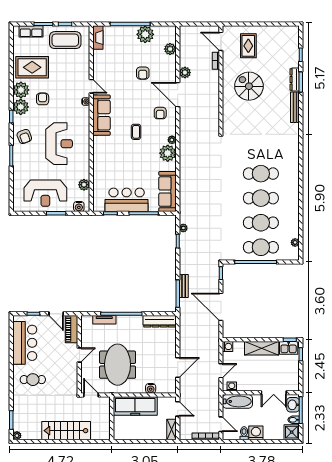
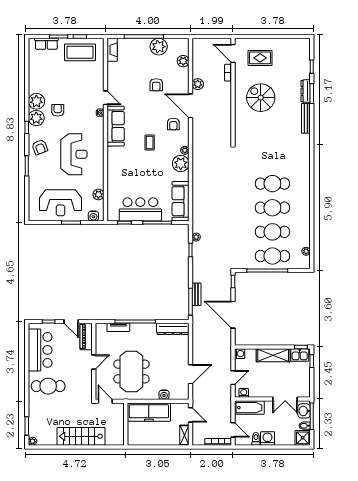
rug: (248, 46) -> (260, 58), turned 90
rug: (32, 67) -> (47, 79), removed
cafe table: (33, 380) -> (48, 386), width x1.37, depth x1.35

